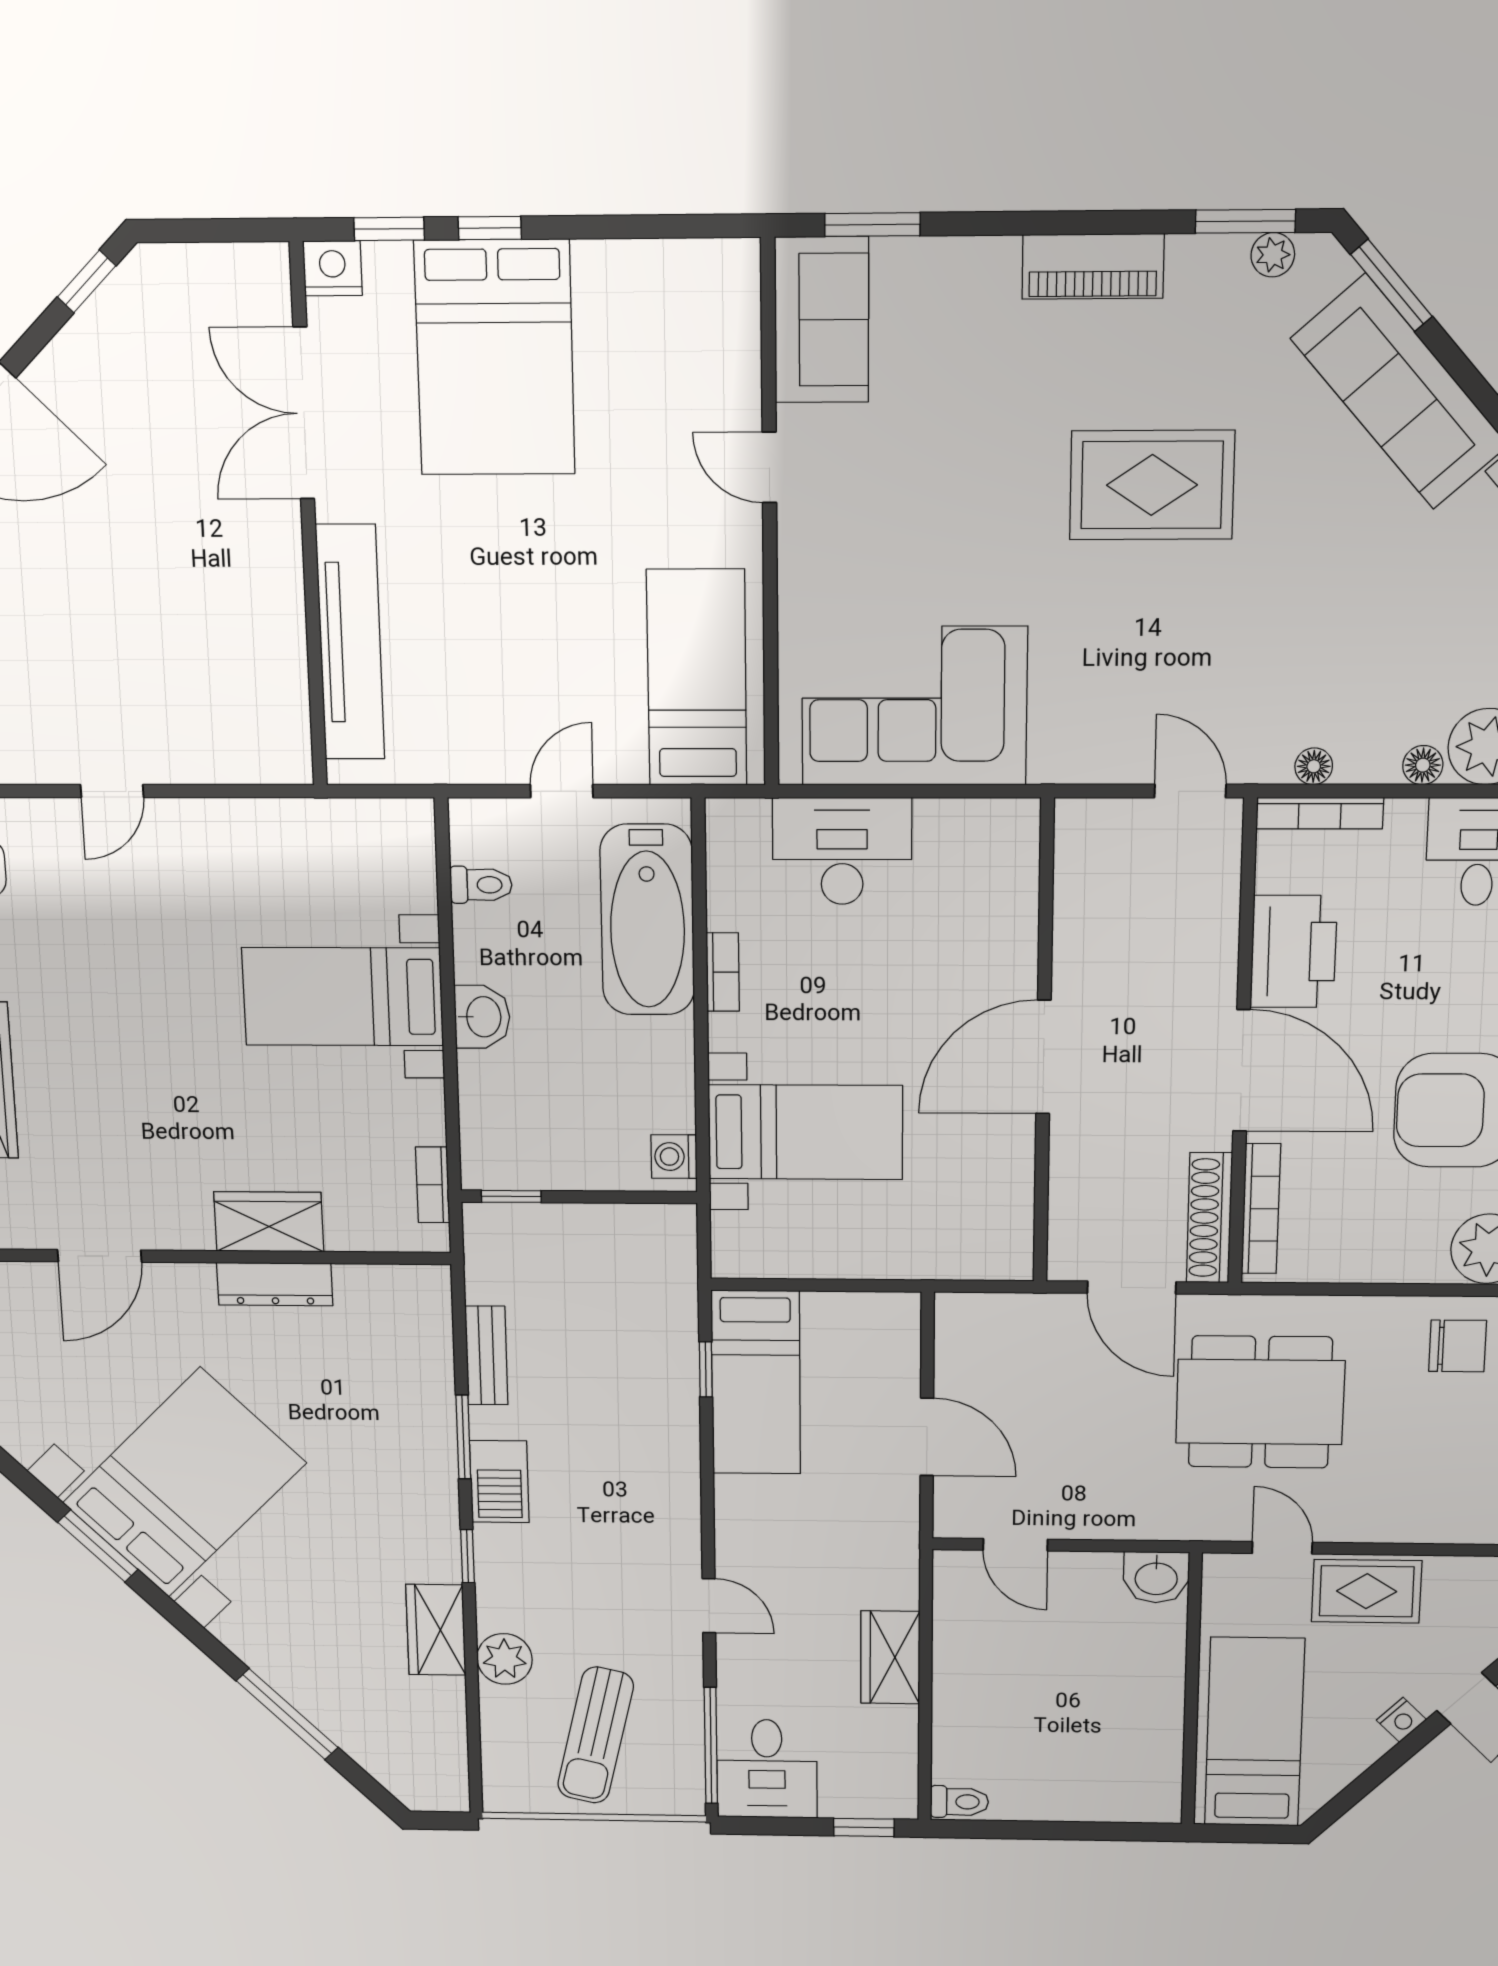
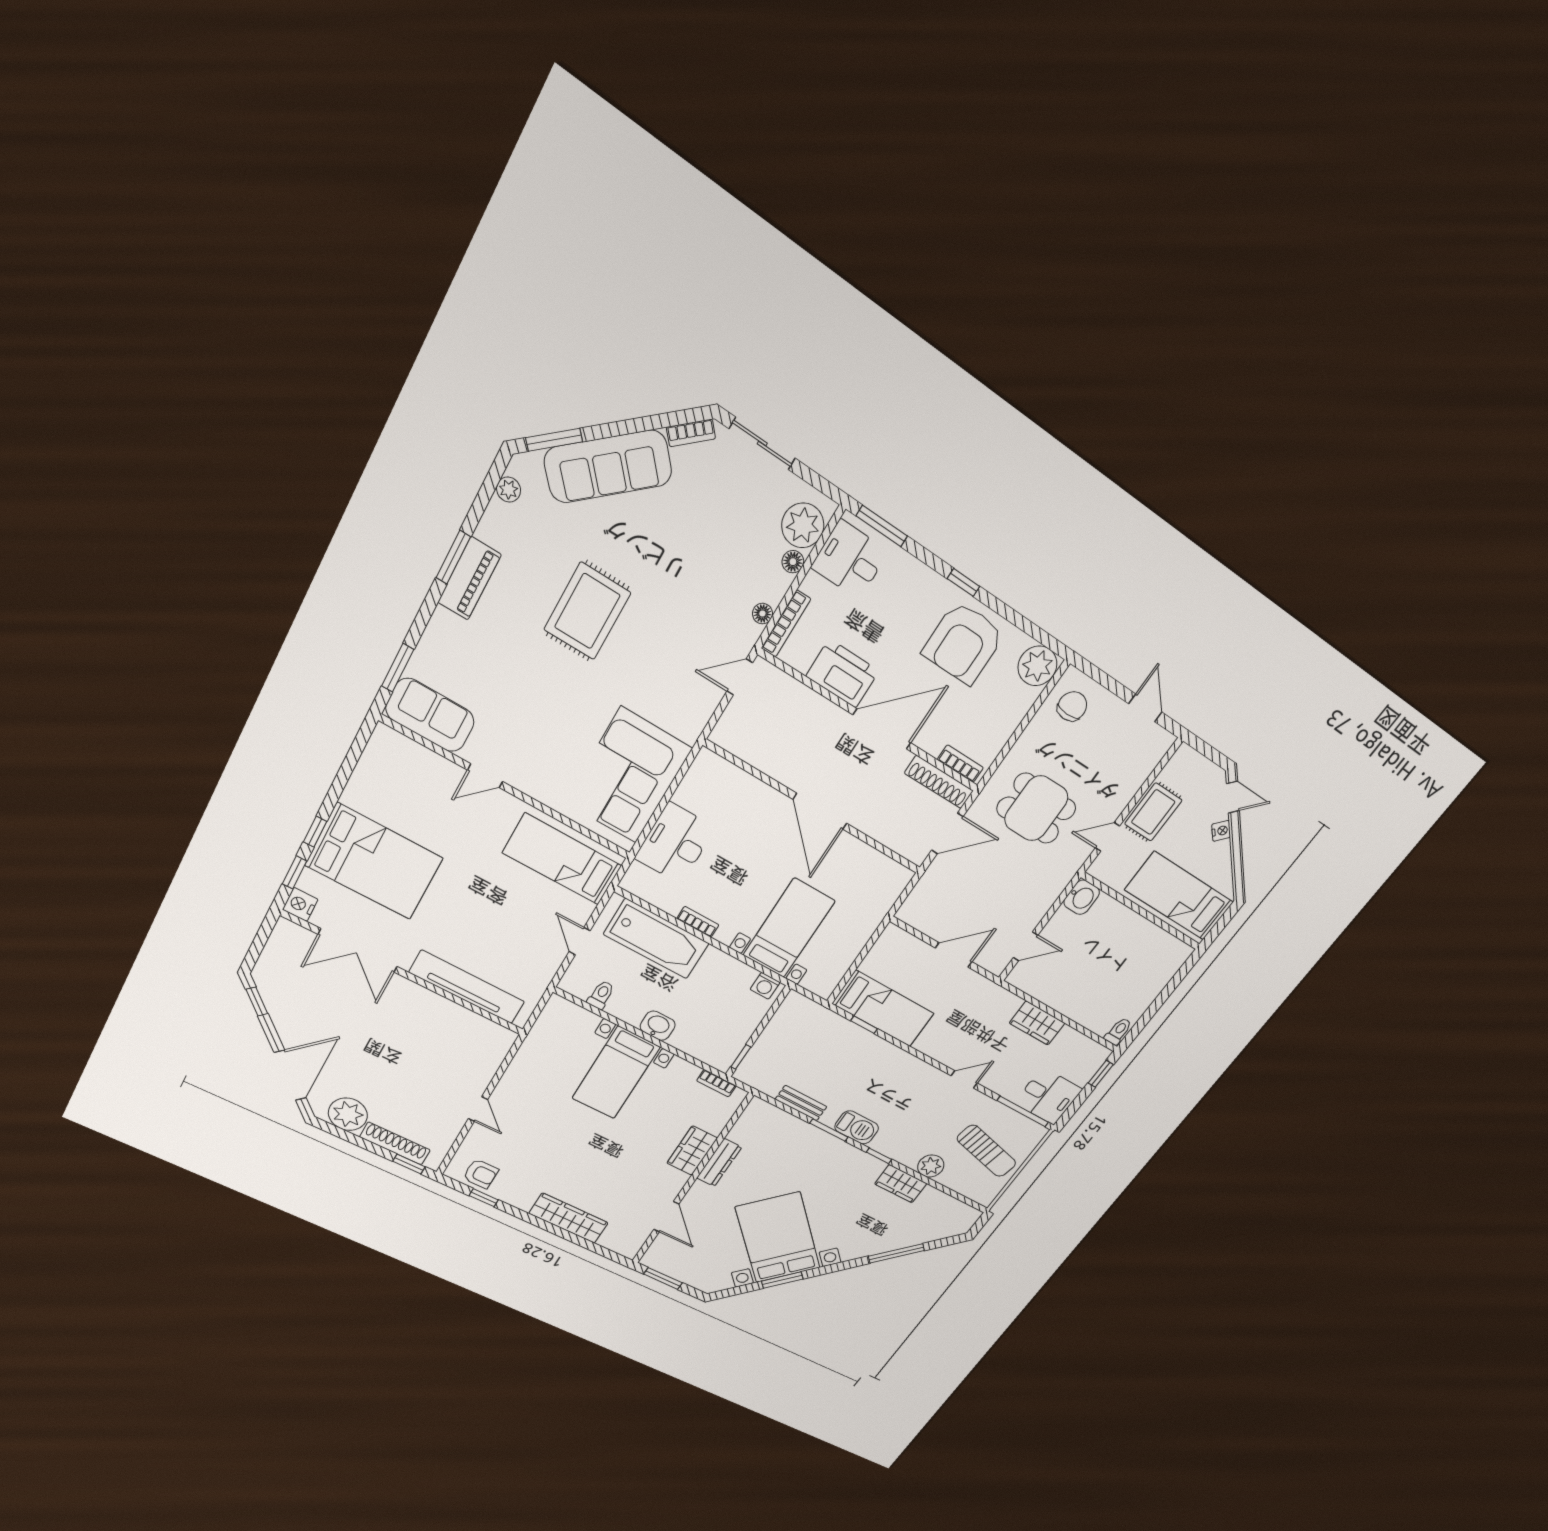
window: (1245, 221) -> (453, 557), moved
bookcase: (1261, 1209) -> (960, 764), width x0.64
dining table: (1260, 1402) -> (1036, 808), width x0.73

